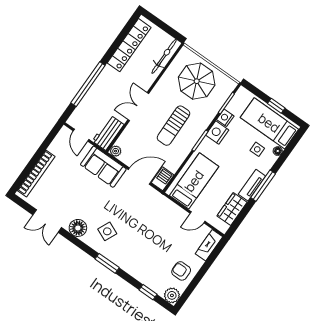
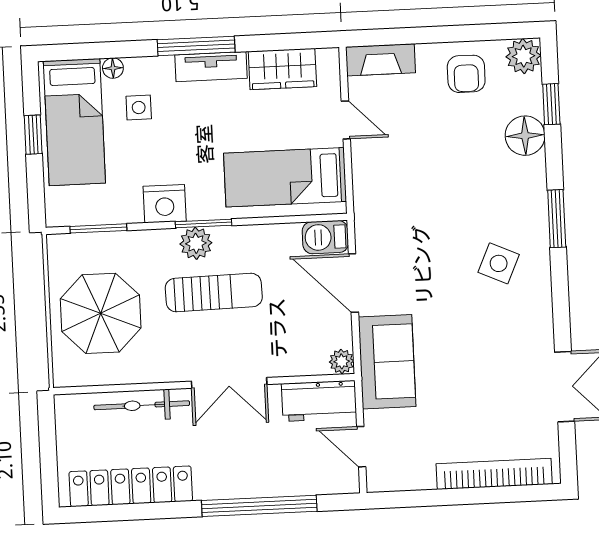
bicycle: (164, 56) -> (142, 405), moved
nightstand: (225, 118) -> (127, 210), removed
plant: (195, 133) -> (196, 243), added
door: (81, 135) -> (361, 447), swing flipped
floor lamp: (78, 228) -> (525, 136), moved

